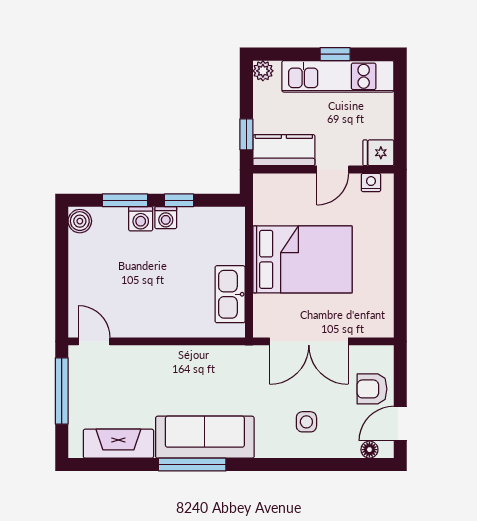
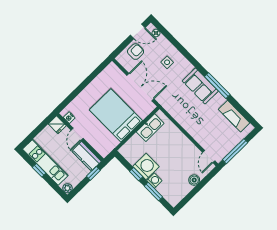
door: (333, 170) -> (77, 134), swing flipped
washing machine: (166, 218) -> (146, 167), width x1.89, depth x1.89
boiler: (80, 221) -> (194, 180), moved
armchair: (372, 389) -> (136, 52), turned -90
sofa: (205, 437) -> (200, 86), width x0.73

